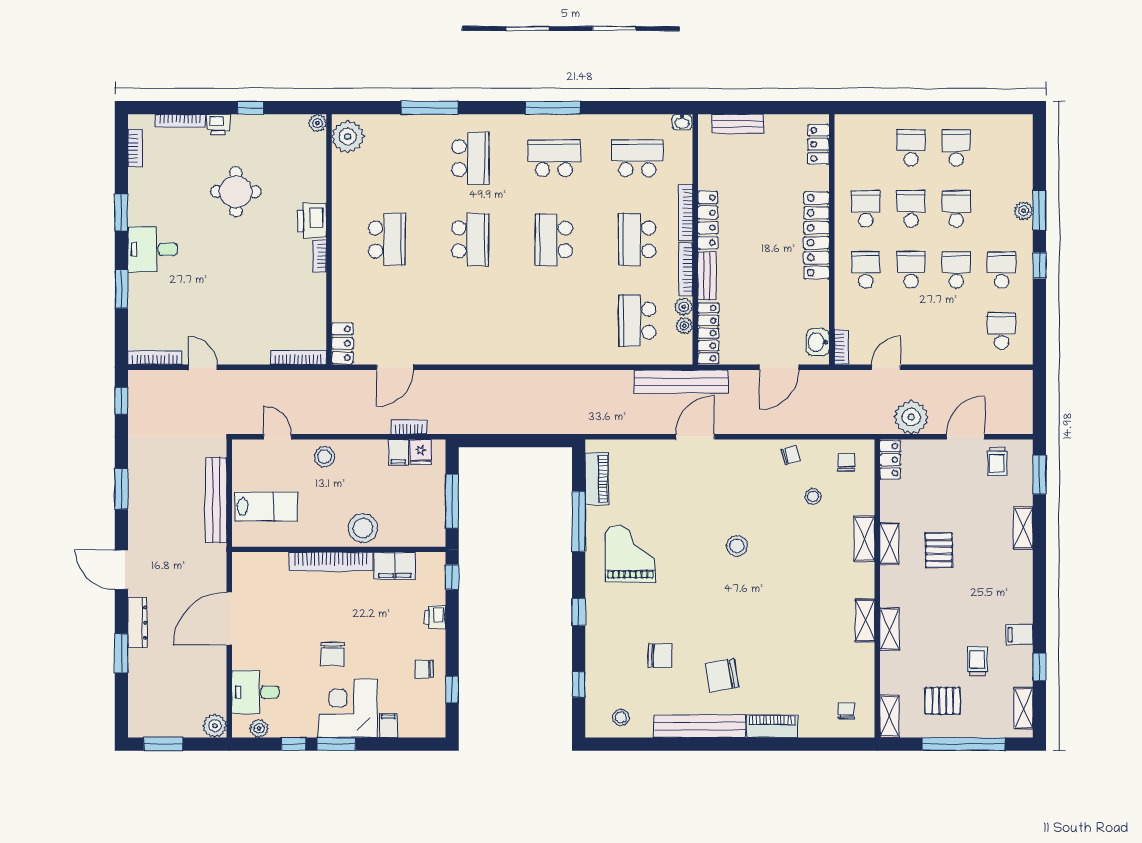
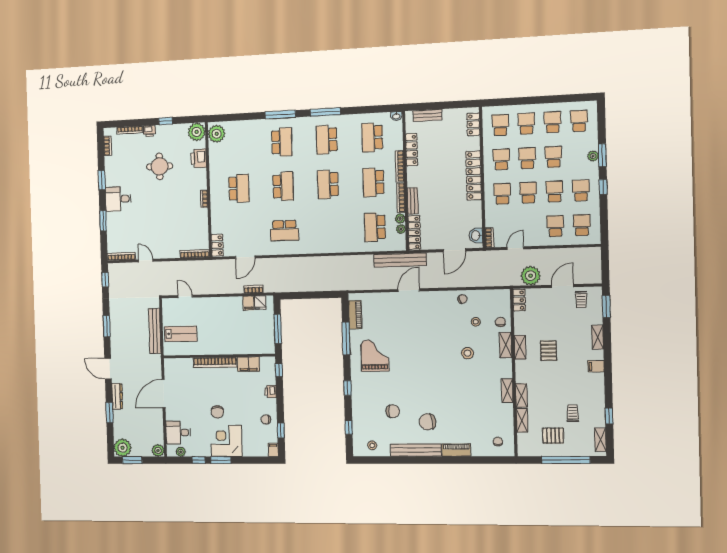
window: (429, 108) -> (280, 115), moved
plant: (317, 123) -> (197, 132), width x1.87, depth x1.87
school desk: (866, 148) -> (500, 125), added
school desk: (1002, 148) -> (579, 121), added
school desk: (554, 158) -> (327, 140), turned -90
school desk: (637, 158) -> (372, 137), turned -90
locker: (708, 220) -> (412, 150), moved
printer: (312, 221) -> (199, 158), moved
school desk: (470, 321) -> (284, 231), added
school desk: (956, 331) -> (555, 226), added
stool: (325, 457) -> (210, 306), removed
chair: (846, 462) -> (500, 322), moved
stool: (363, 528) -> (231, 344), removed
stool: (737, 546) -> (467, 353), moved
filing cabinet: (1019, 635) -> (596, 366), moved
shelving: (889, 716) -> (522, 420), moved
plant: (145, 720) -> (123, 448), added
filing cabinet: (388, 725) -> (273, 450), moved

